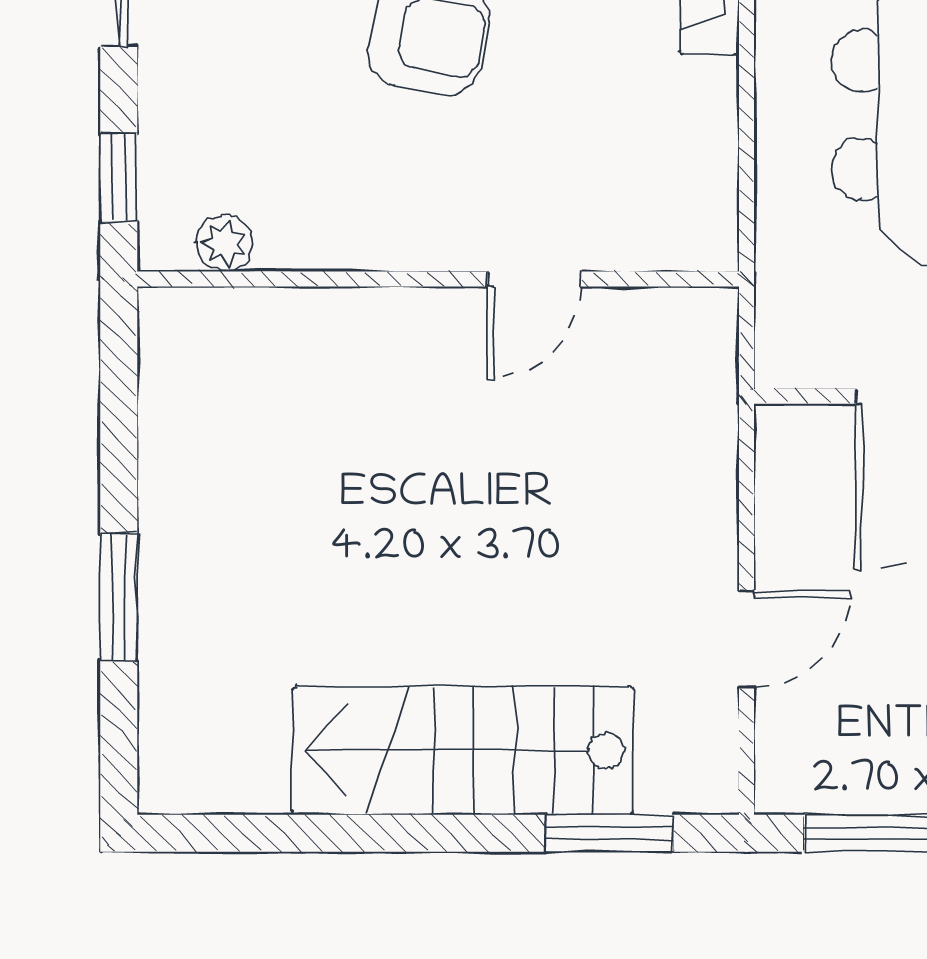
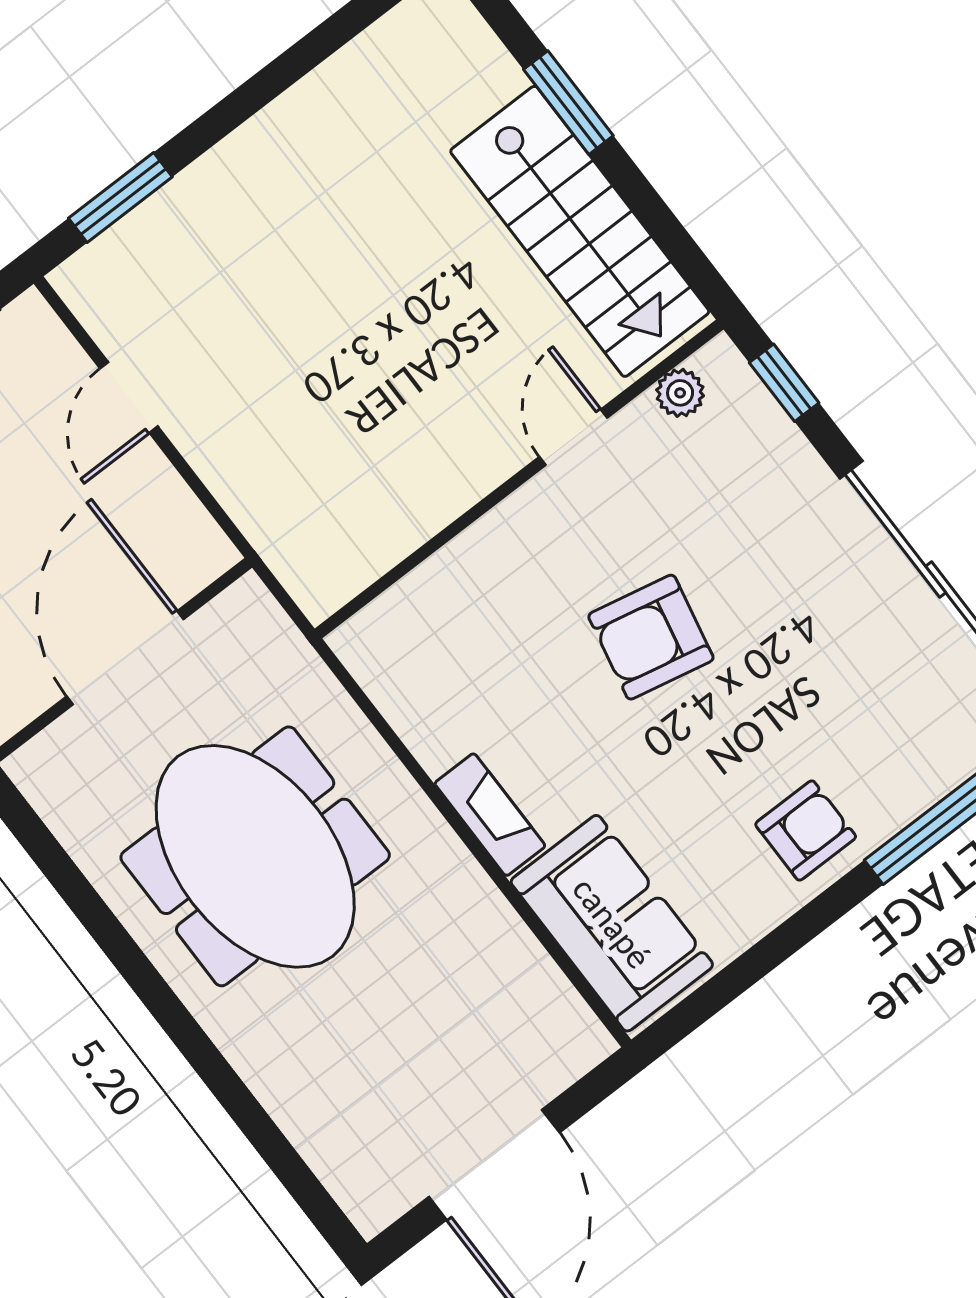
door: (534, 279) -> (573, 437), moved
stairs: (463, 750) -> (580, 231), moved, turned 90

